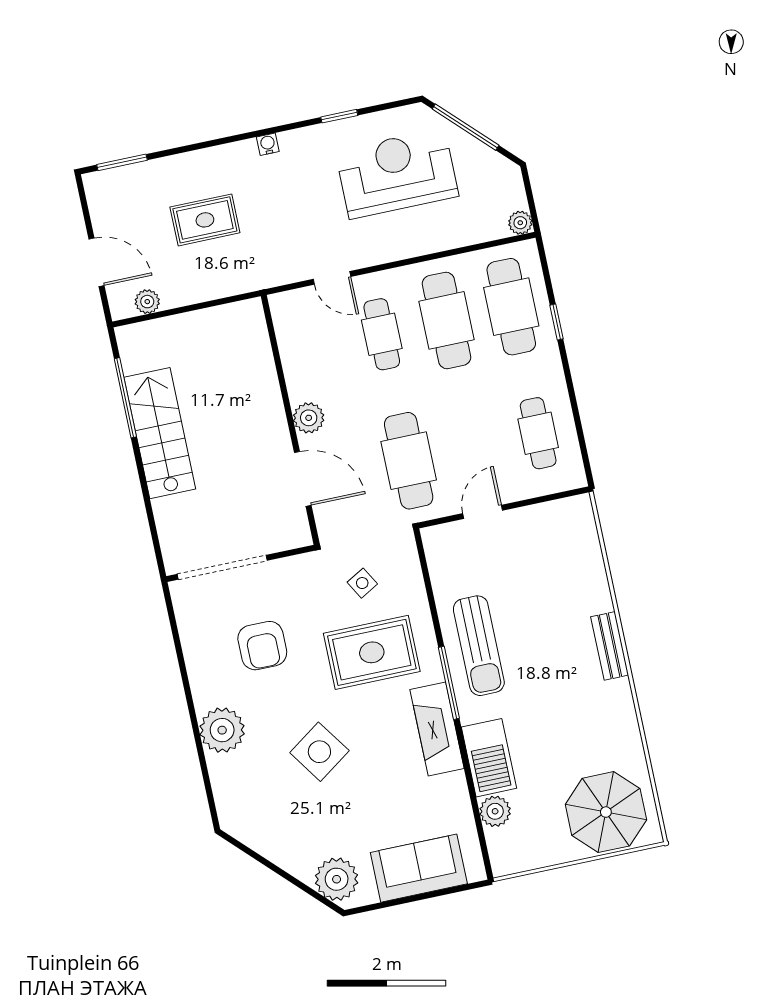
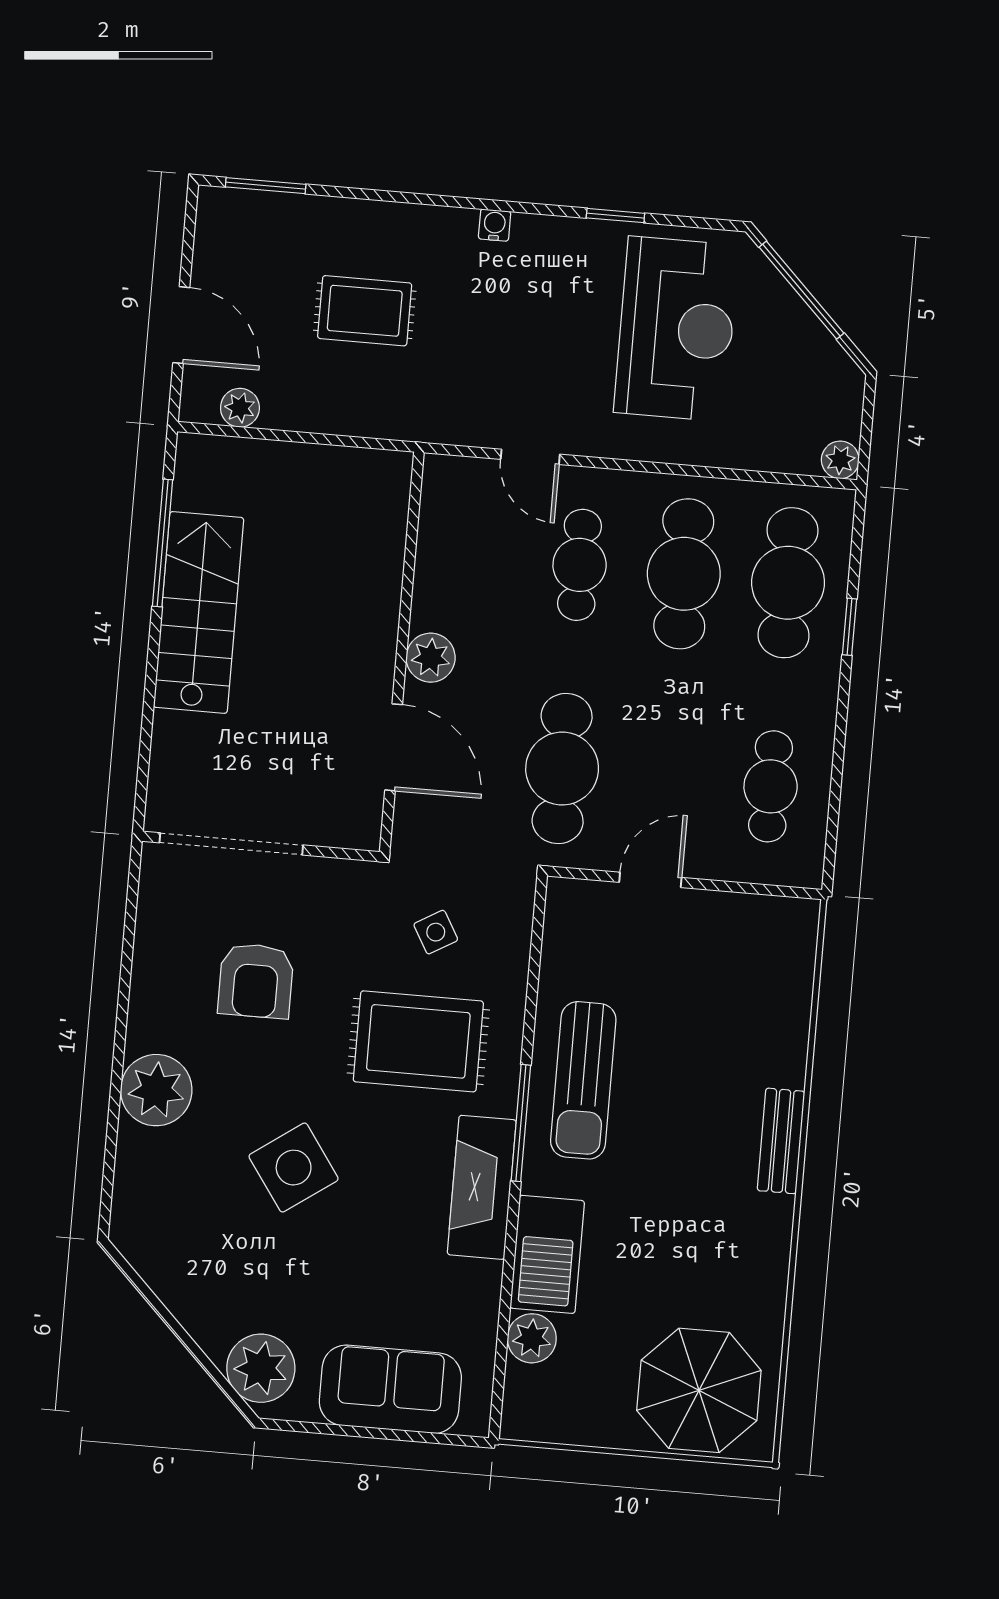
reception desk: (397, 174) -> (676, 329), turned 90

